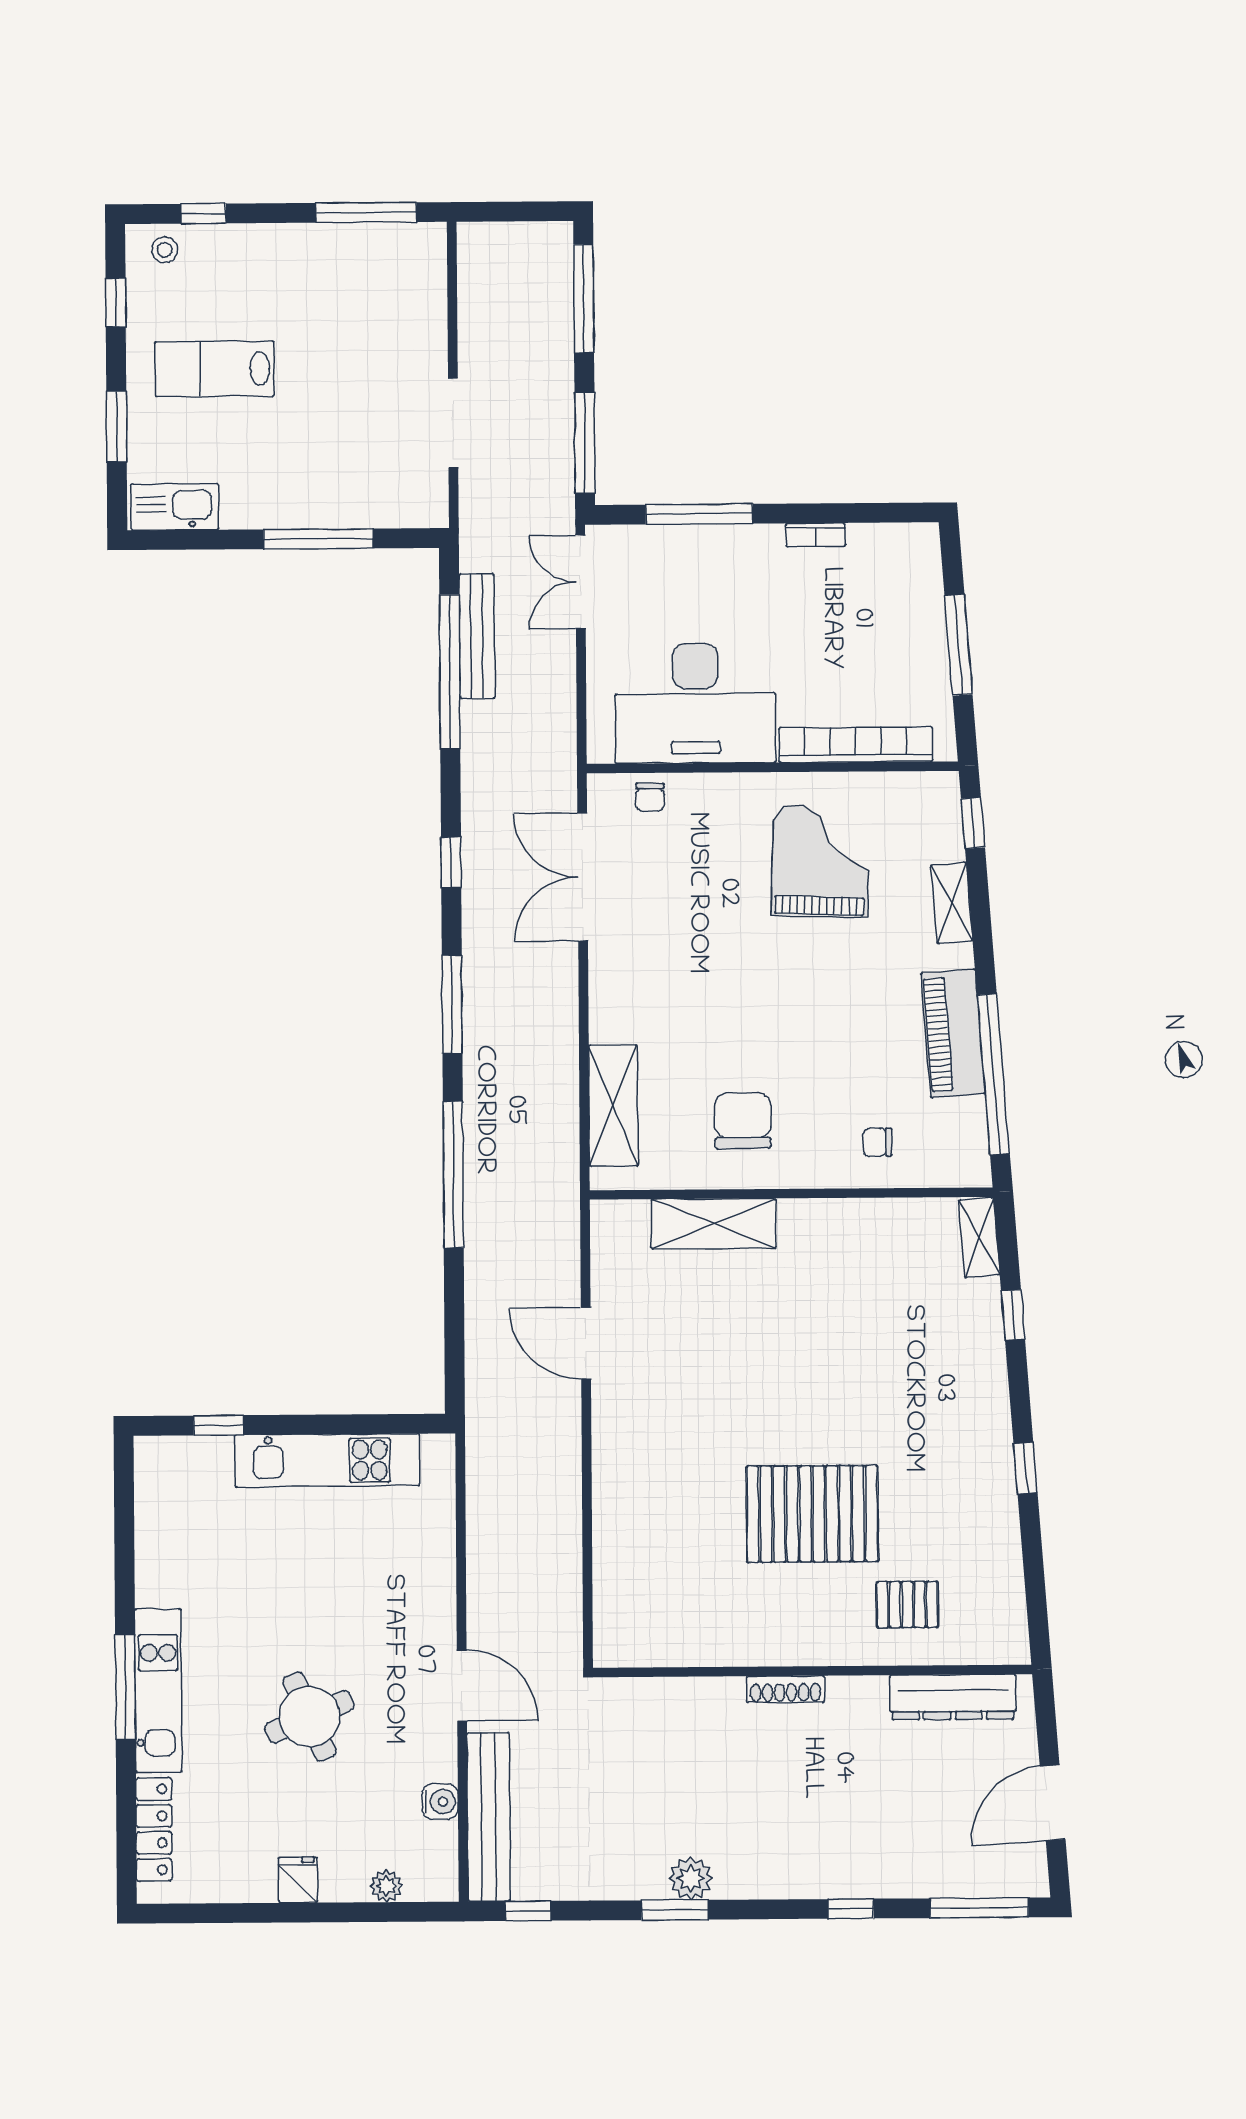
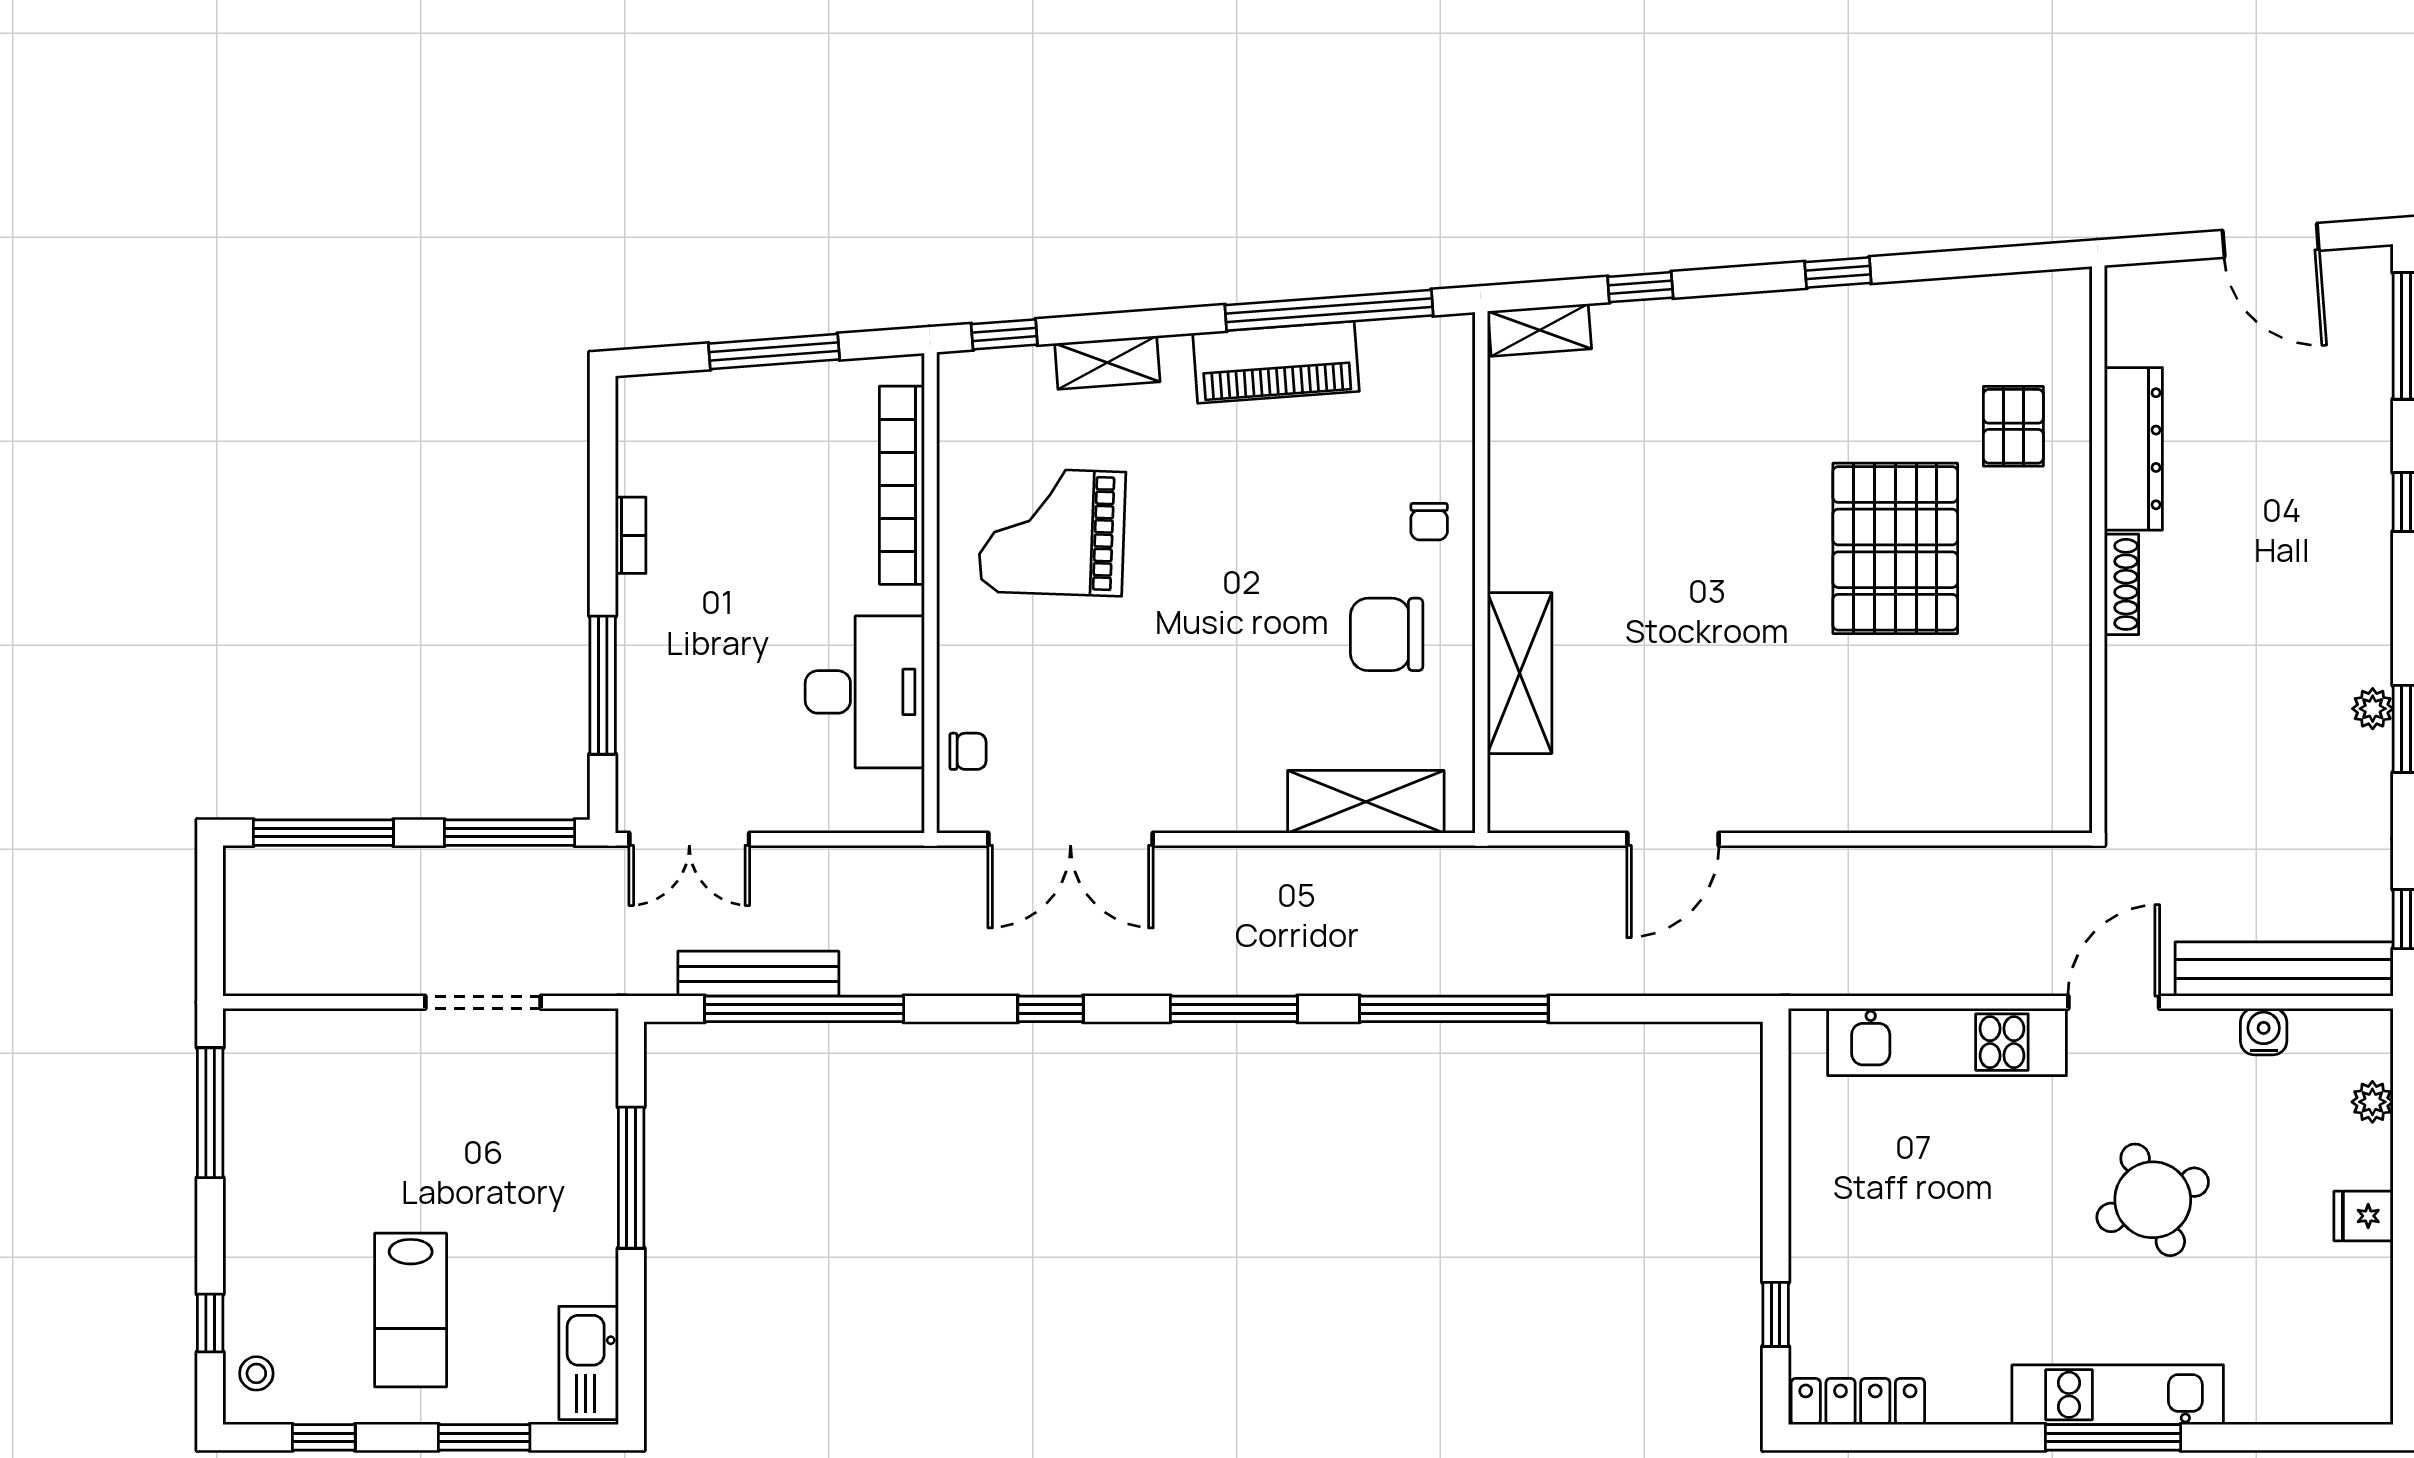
desk: (695, 703) -> (865, 692), width x0.73, depth x0.77
chair: (877, 1142) -> (1429, 522), moved
kitchen unit: (327, 1460) -> (1947, 1042), moved, turned 90
dresser: (953, 1697) -> (2133, 449), moved
locker: (154, 1829) -> (1858, 1402), moved
plant: (691, 1878) -> (2373, 709), width x0.73, depth x0.73

